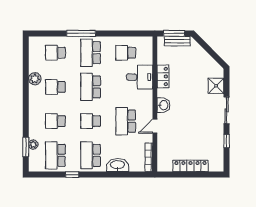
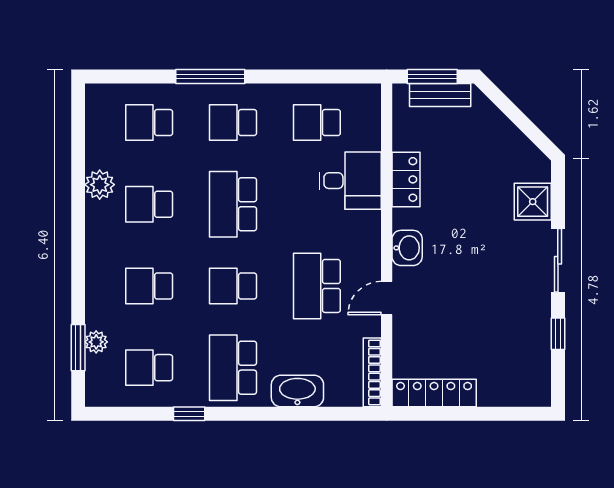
school desk: (91, 53) -> (233, 123), width x0.54
school desk: (55, 155) -> (149, 368), width x0.54
locker: (190, 166) -> (434, 393), moved

